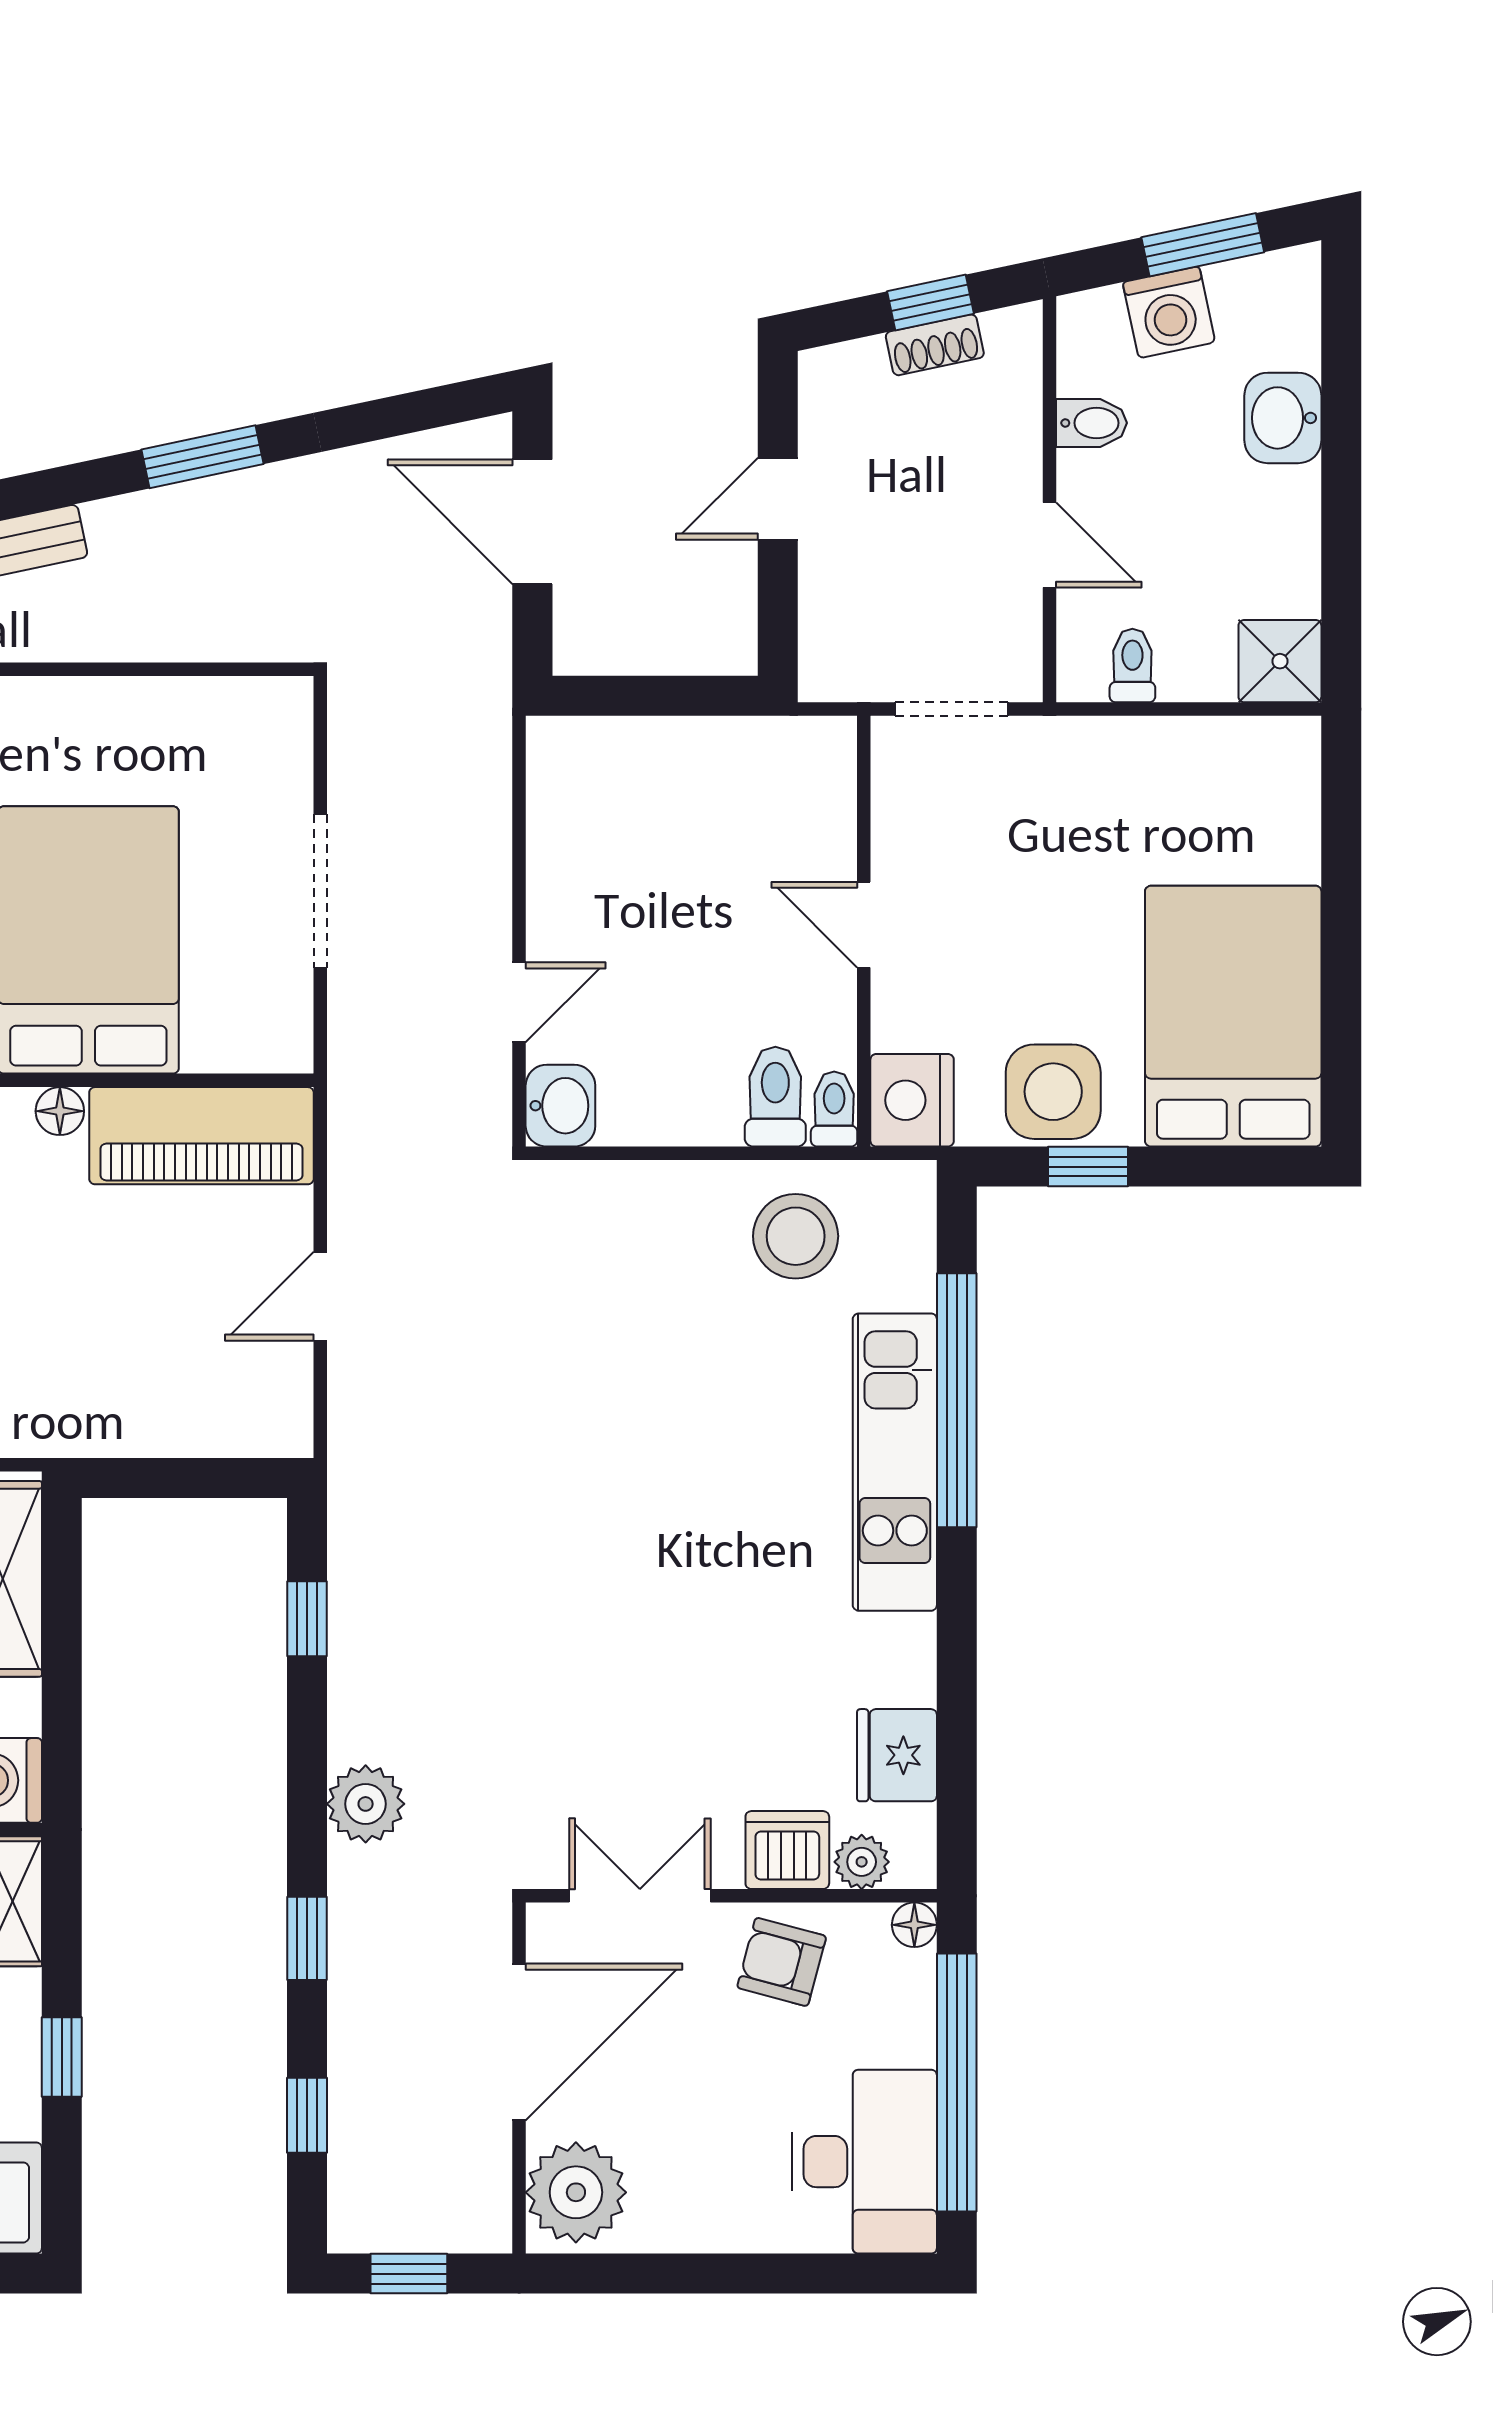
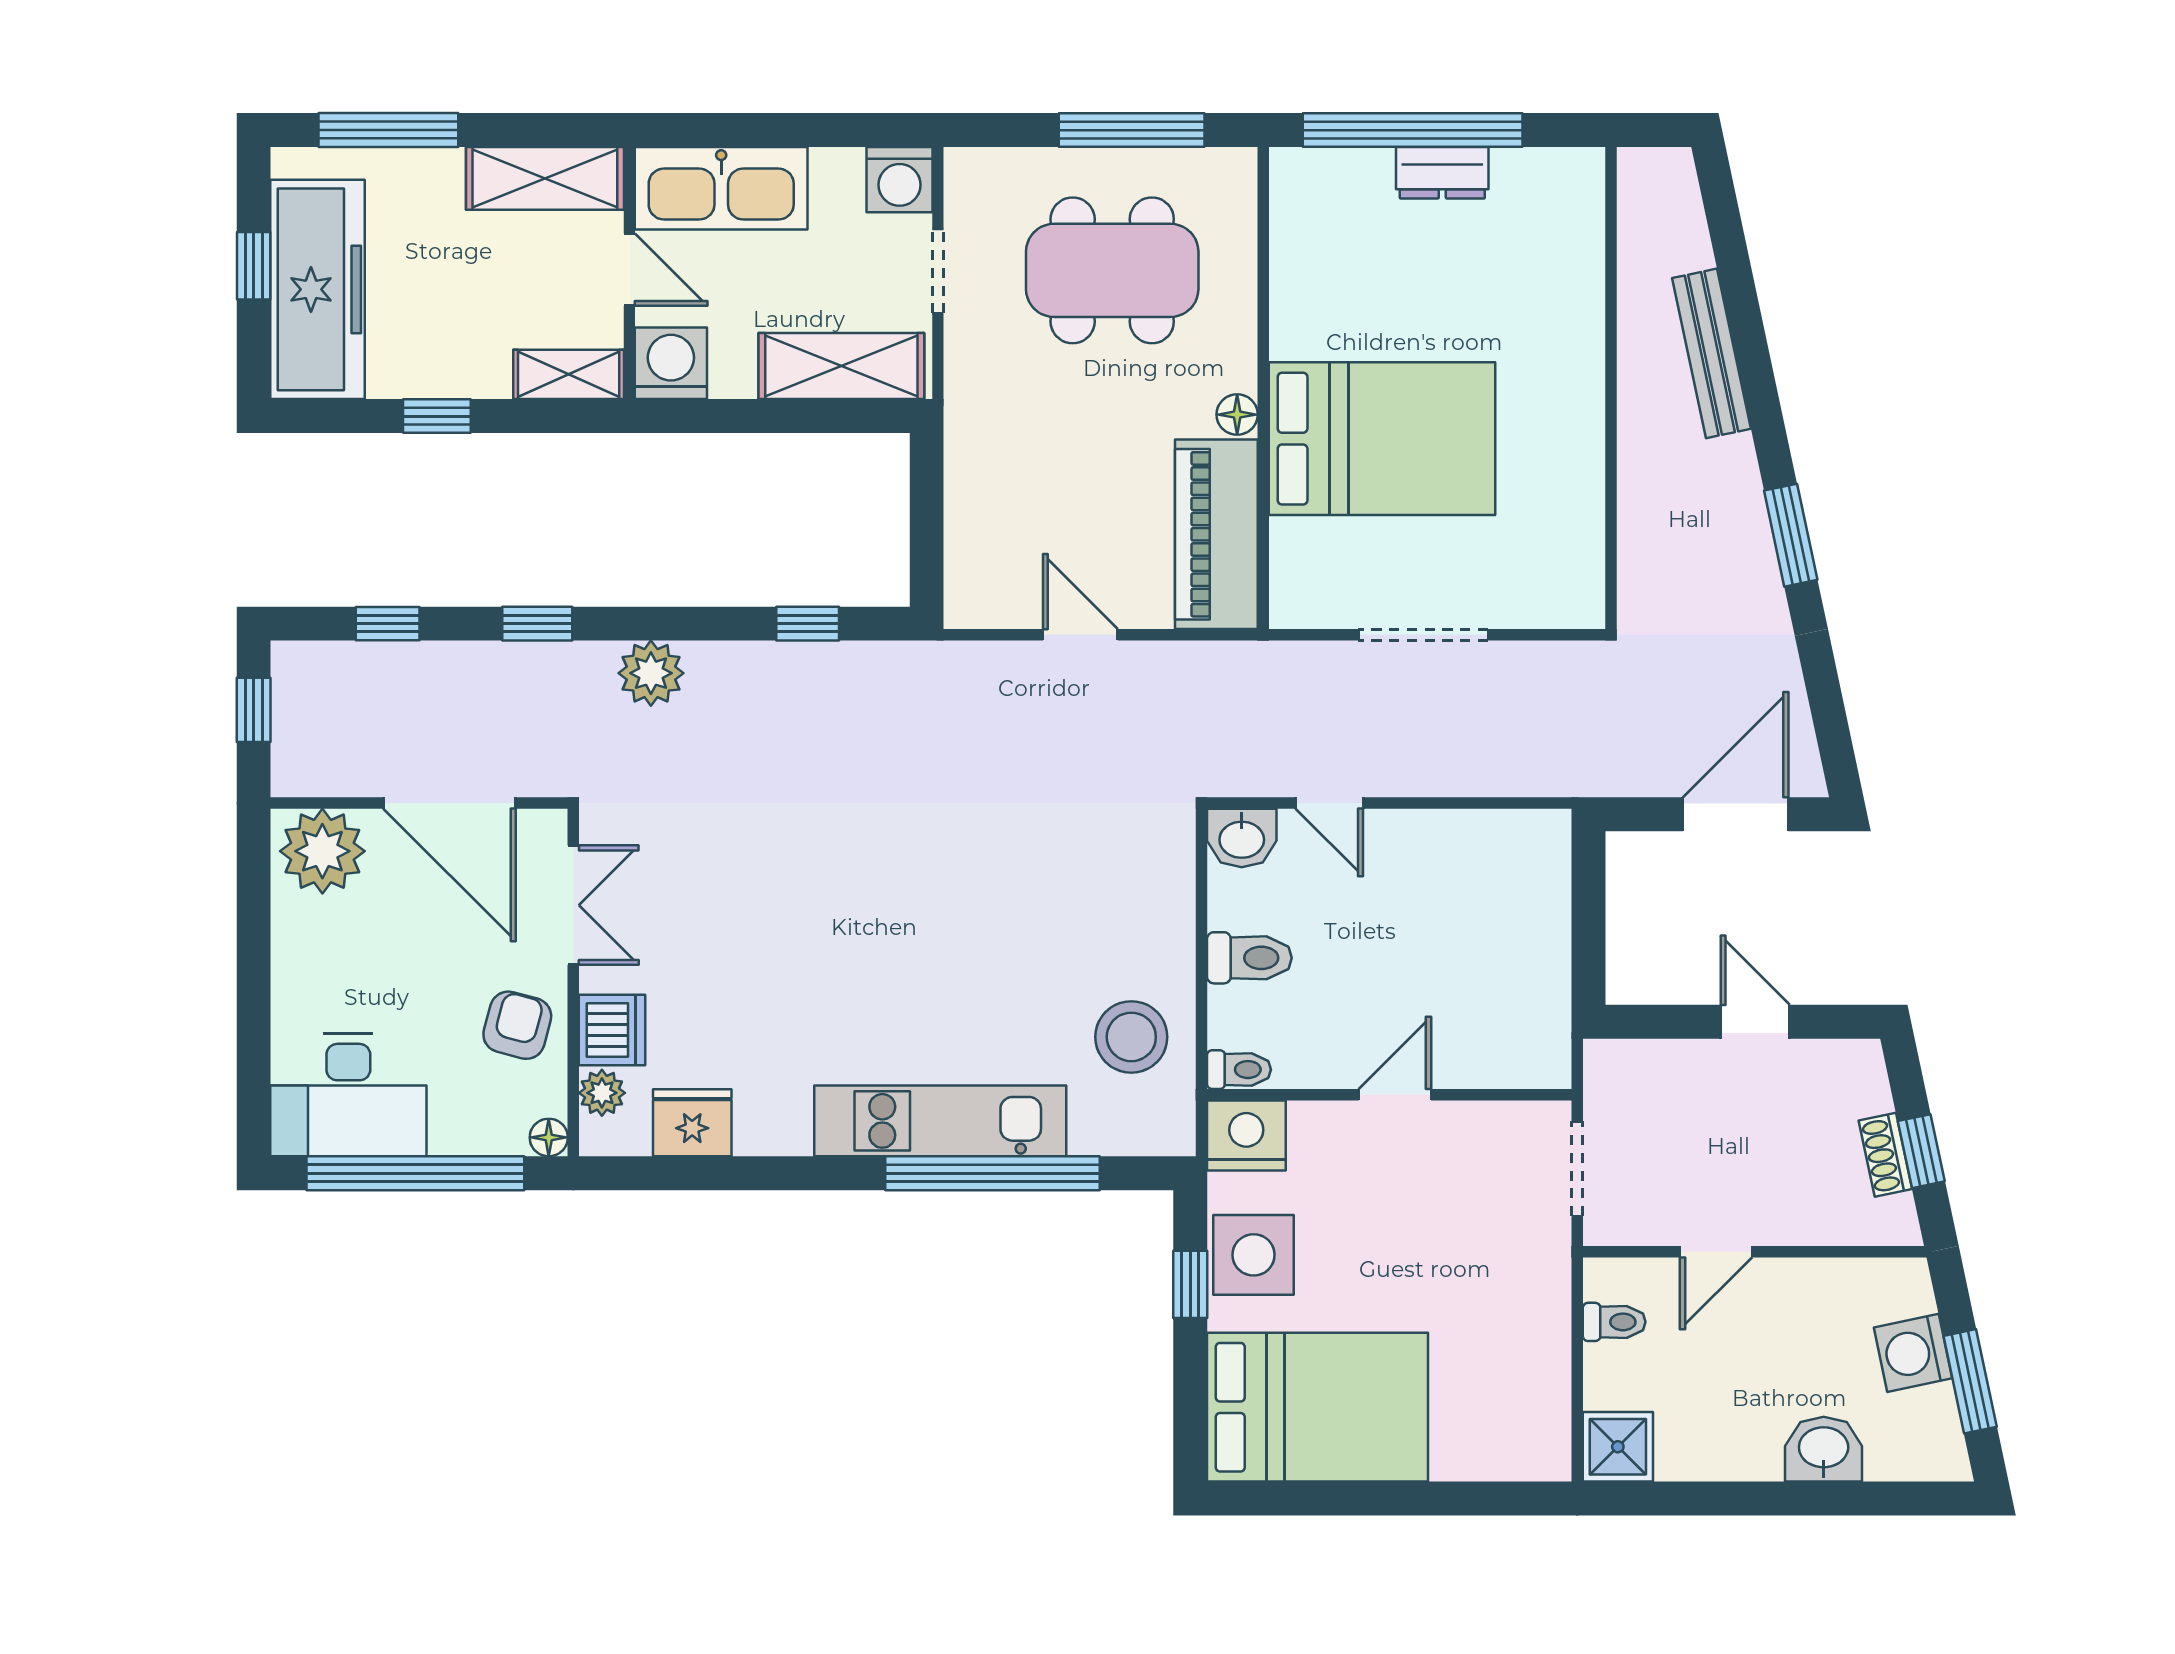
bidet: (1092, 423) -> (1819, 1287), removed
toilet: (775, 1097) -> (1249, 958), moved

